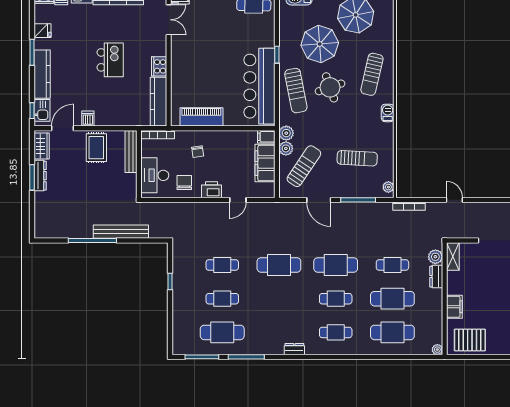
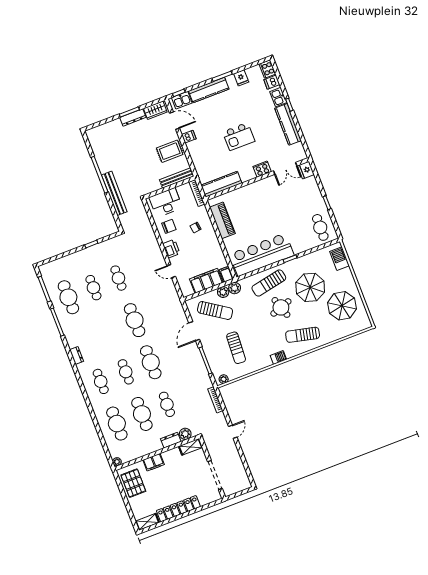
cooker: (159, 66) -> (262, 169), moved

